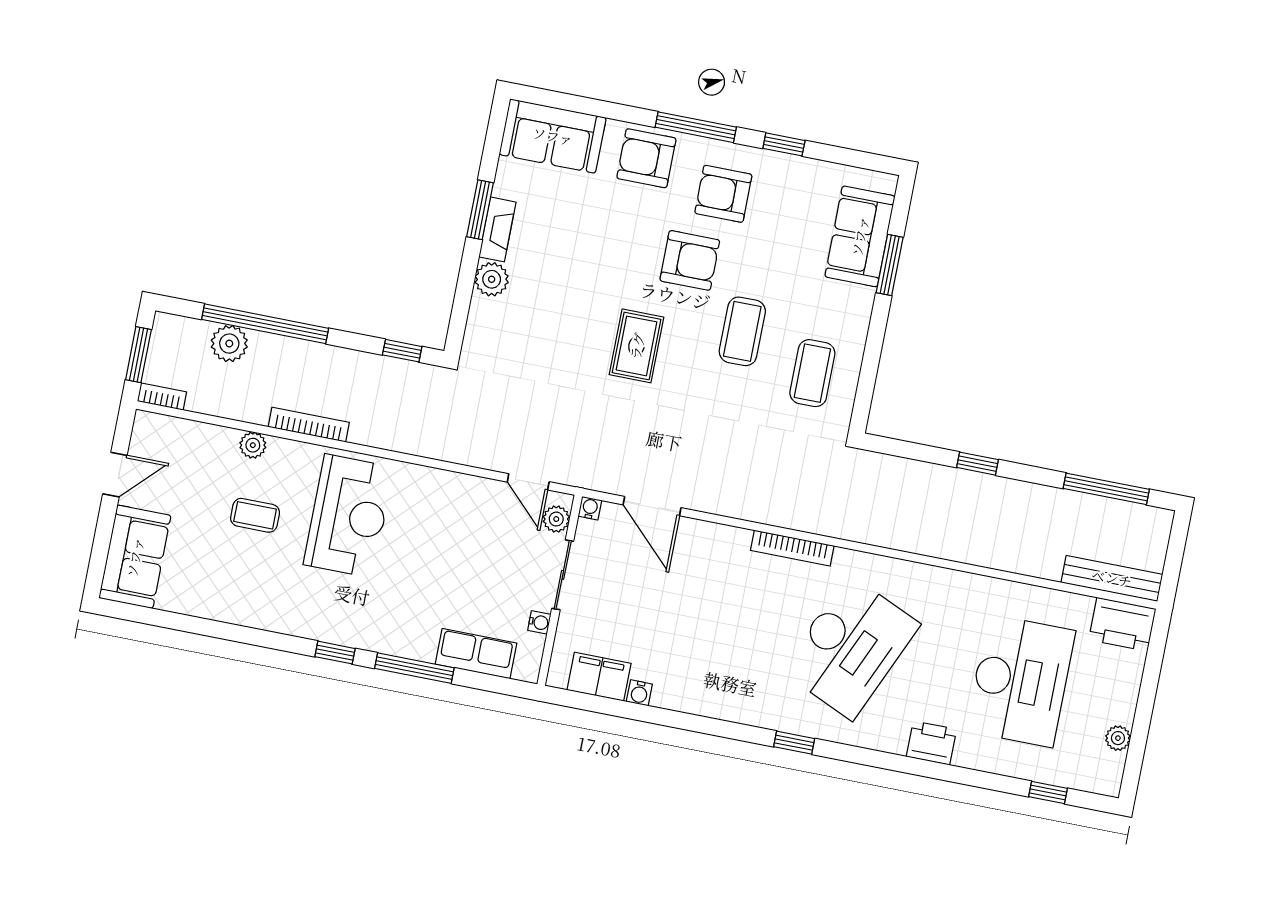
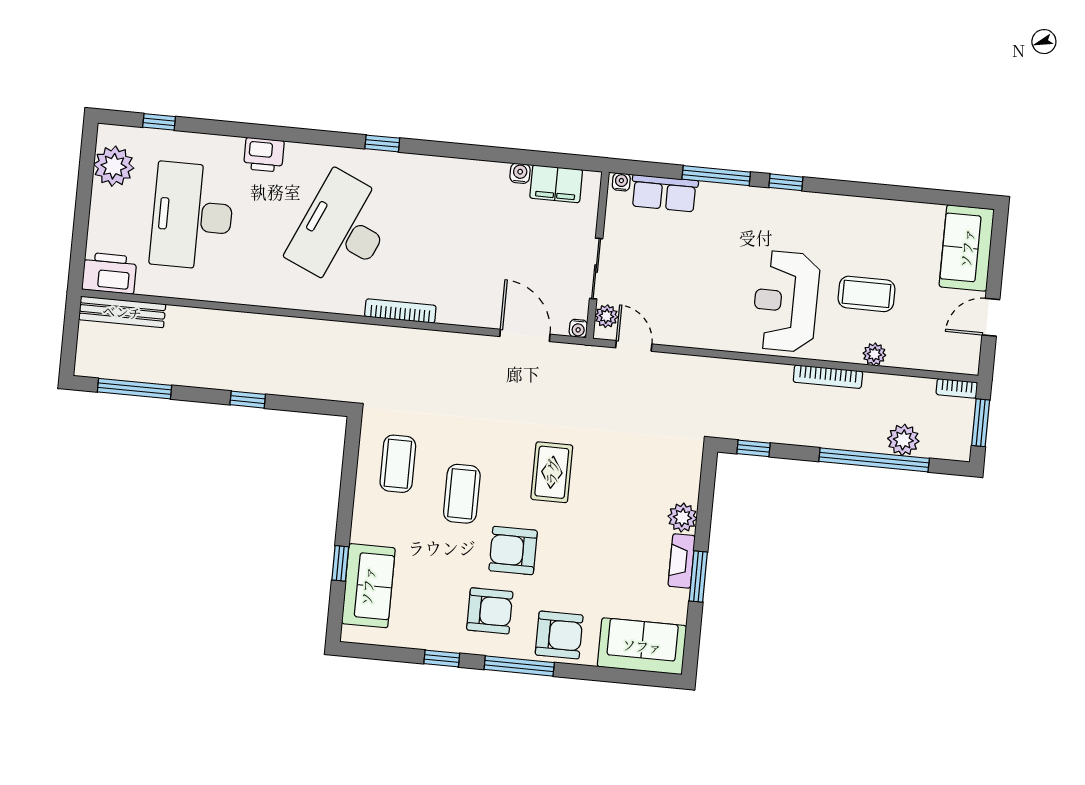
window: (890, 265) -> (340, 563), width x0.67
coffee table: (255, 515) -> (867, 294), width x1.36, depth x1.30
water cooler: (539, 622) -> (621, 182), moved, turned 90
plant: (1118, 738) -> (114, 166), width x1.87, depth x1.87

